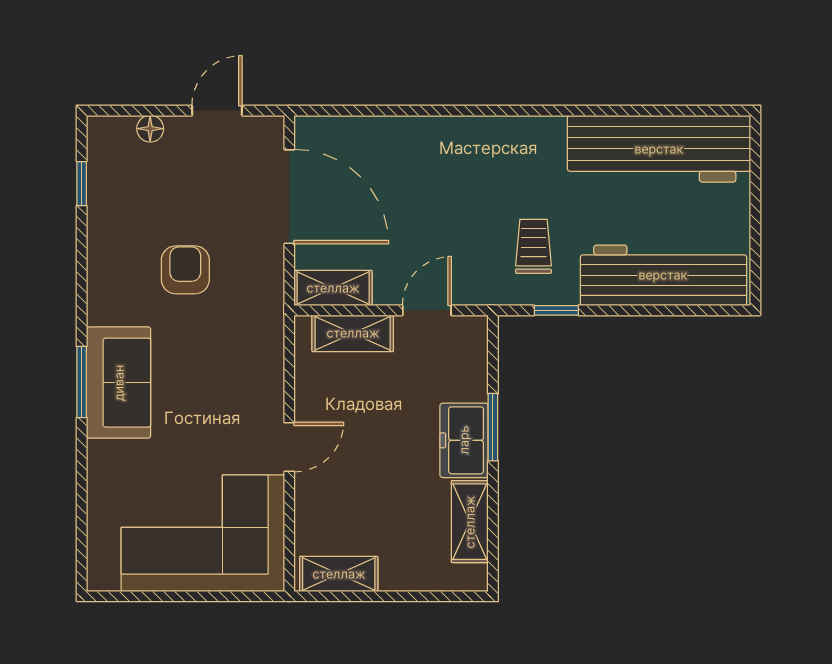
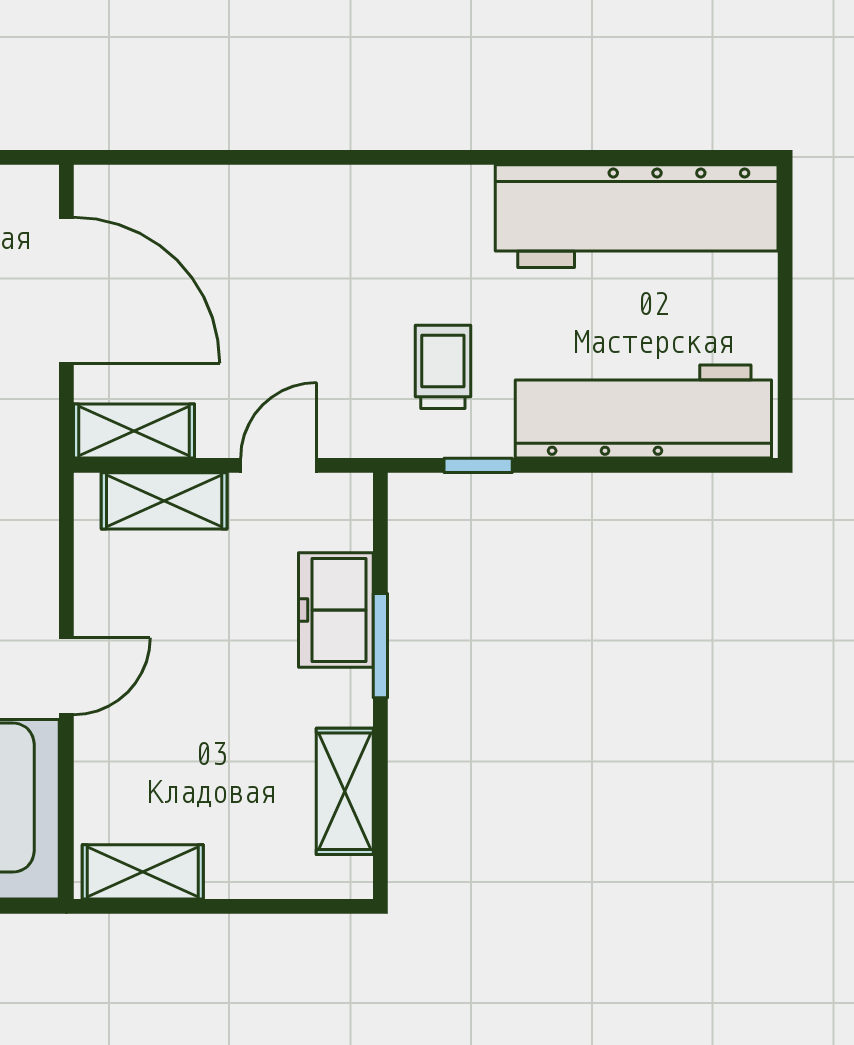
freezer: (464, 440) -> (336, 610), moved

